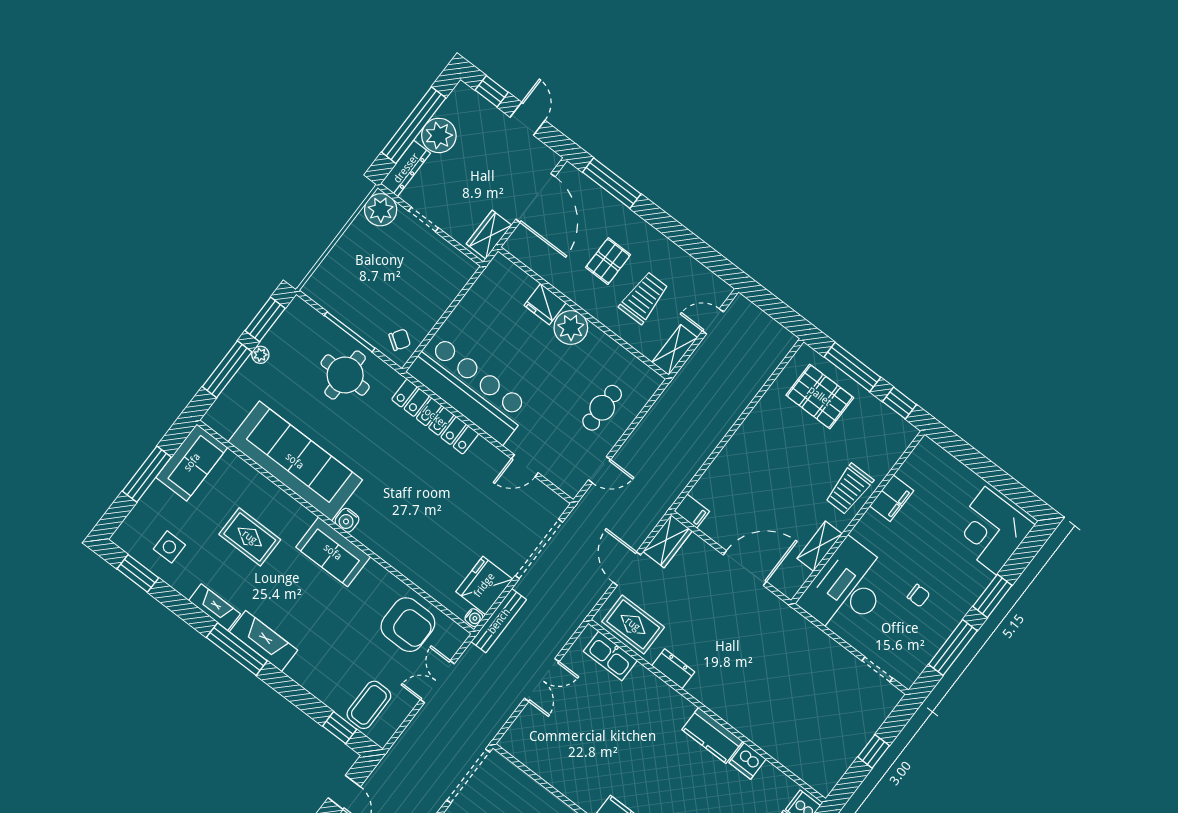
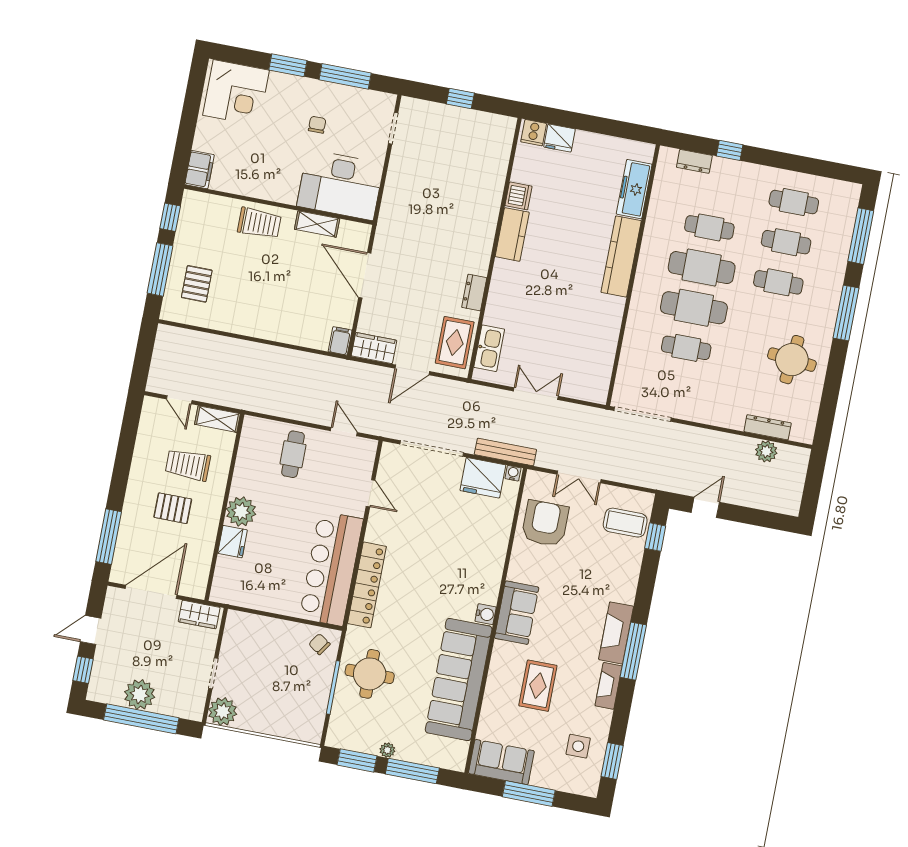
dresser: (406, 168) -> (179, 708), removed
pallet: (820, 396) -> (197, 284), width x0.67, depth x0.71
cafe table: (602, 408) -> (293, 454), turned 90
filing cabinet: (892, 498) -> (199, 170), moved, turned 90

